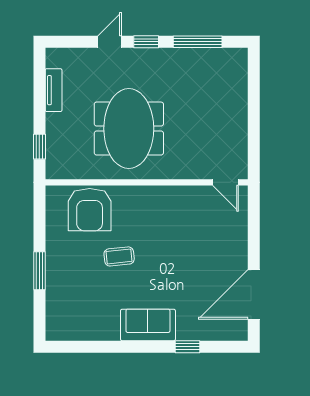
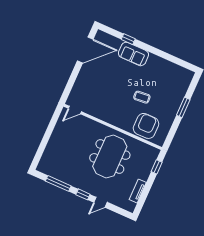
door: (225, 182) -> (75, 110), swing flipped
sofa: (148, 325) -> (133, 54), moved

